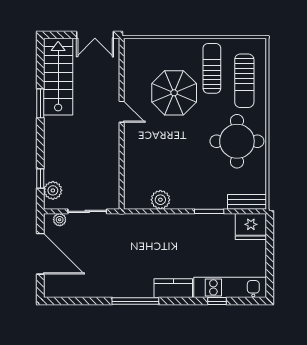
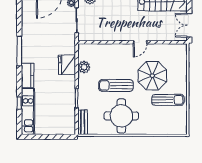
sun lounger: (244, 81) -> (116, 85), moved
fridge: (251, 226) -> (67, 65), moved

